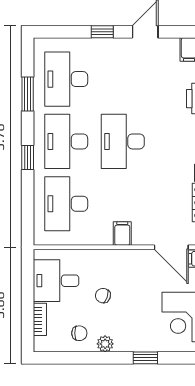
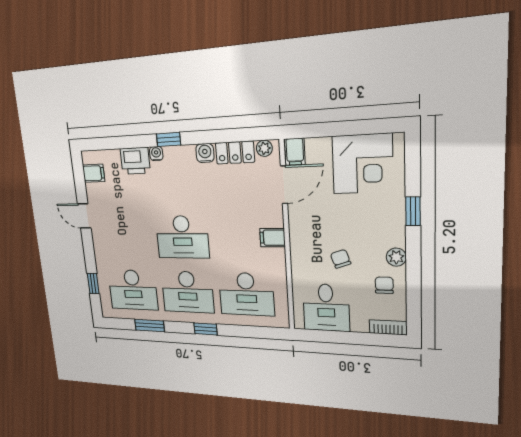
window: (102, 32) -> (93, 284), moved
chair: (103, 296) -> (341, 259), turned 142
bookcase: (40, 319) -> (388, 327), moved

